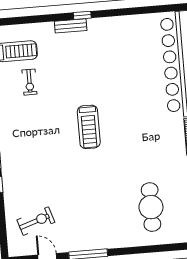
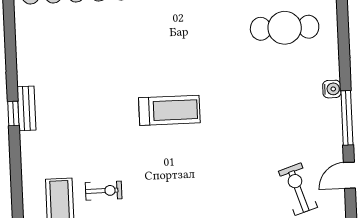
bench: (71, 26) -> (26, 108), moved
water cooler: (108, 243) -> (332, 89), added

